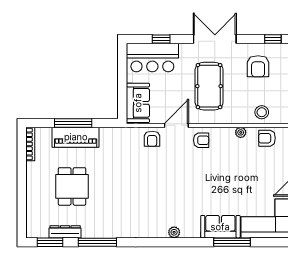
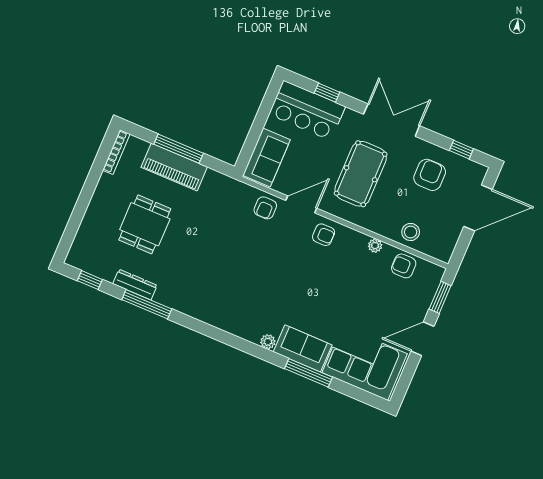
armchair: (258, 66) -> (430, 175), turned 180
dresser: (65, 232) -> (135, 285), moved
plant: (174, 232) -> (268, 342), moved
window: (50, 242) -> (90, 280), width x0.67

